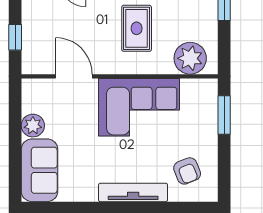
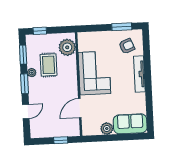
rug: (137, 28) -> (49, 65), moved, turned 90
window: (224, 115) -> (122, 27), moved

